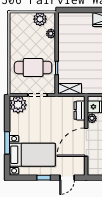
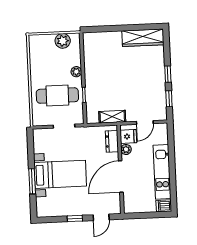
plant: (51, 34) -> (76, 72), moved
shelving: (70, 89) -> (112, 117), moved
plant: (18, 105) -> (42, 138), removed
bed with nightstands: (32, 155) -> (60, 174), moved

